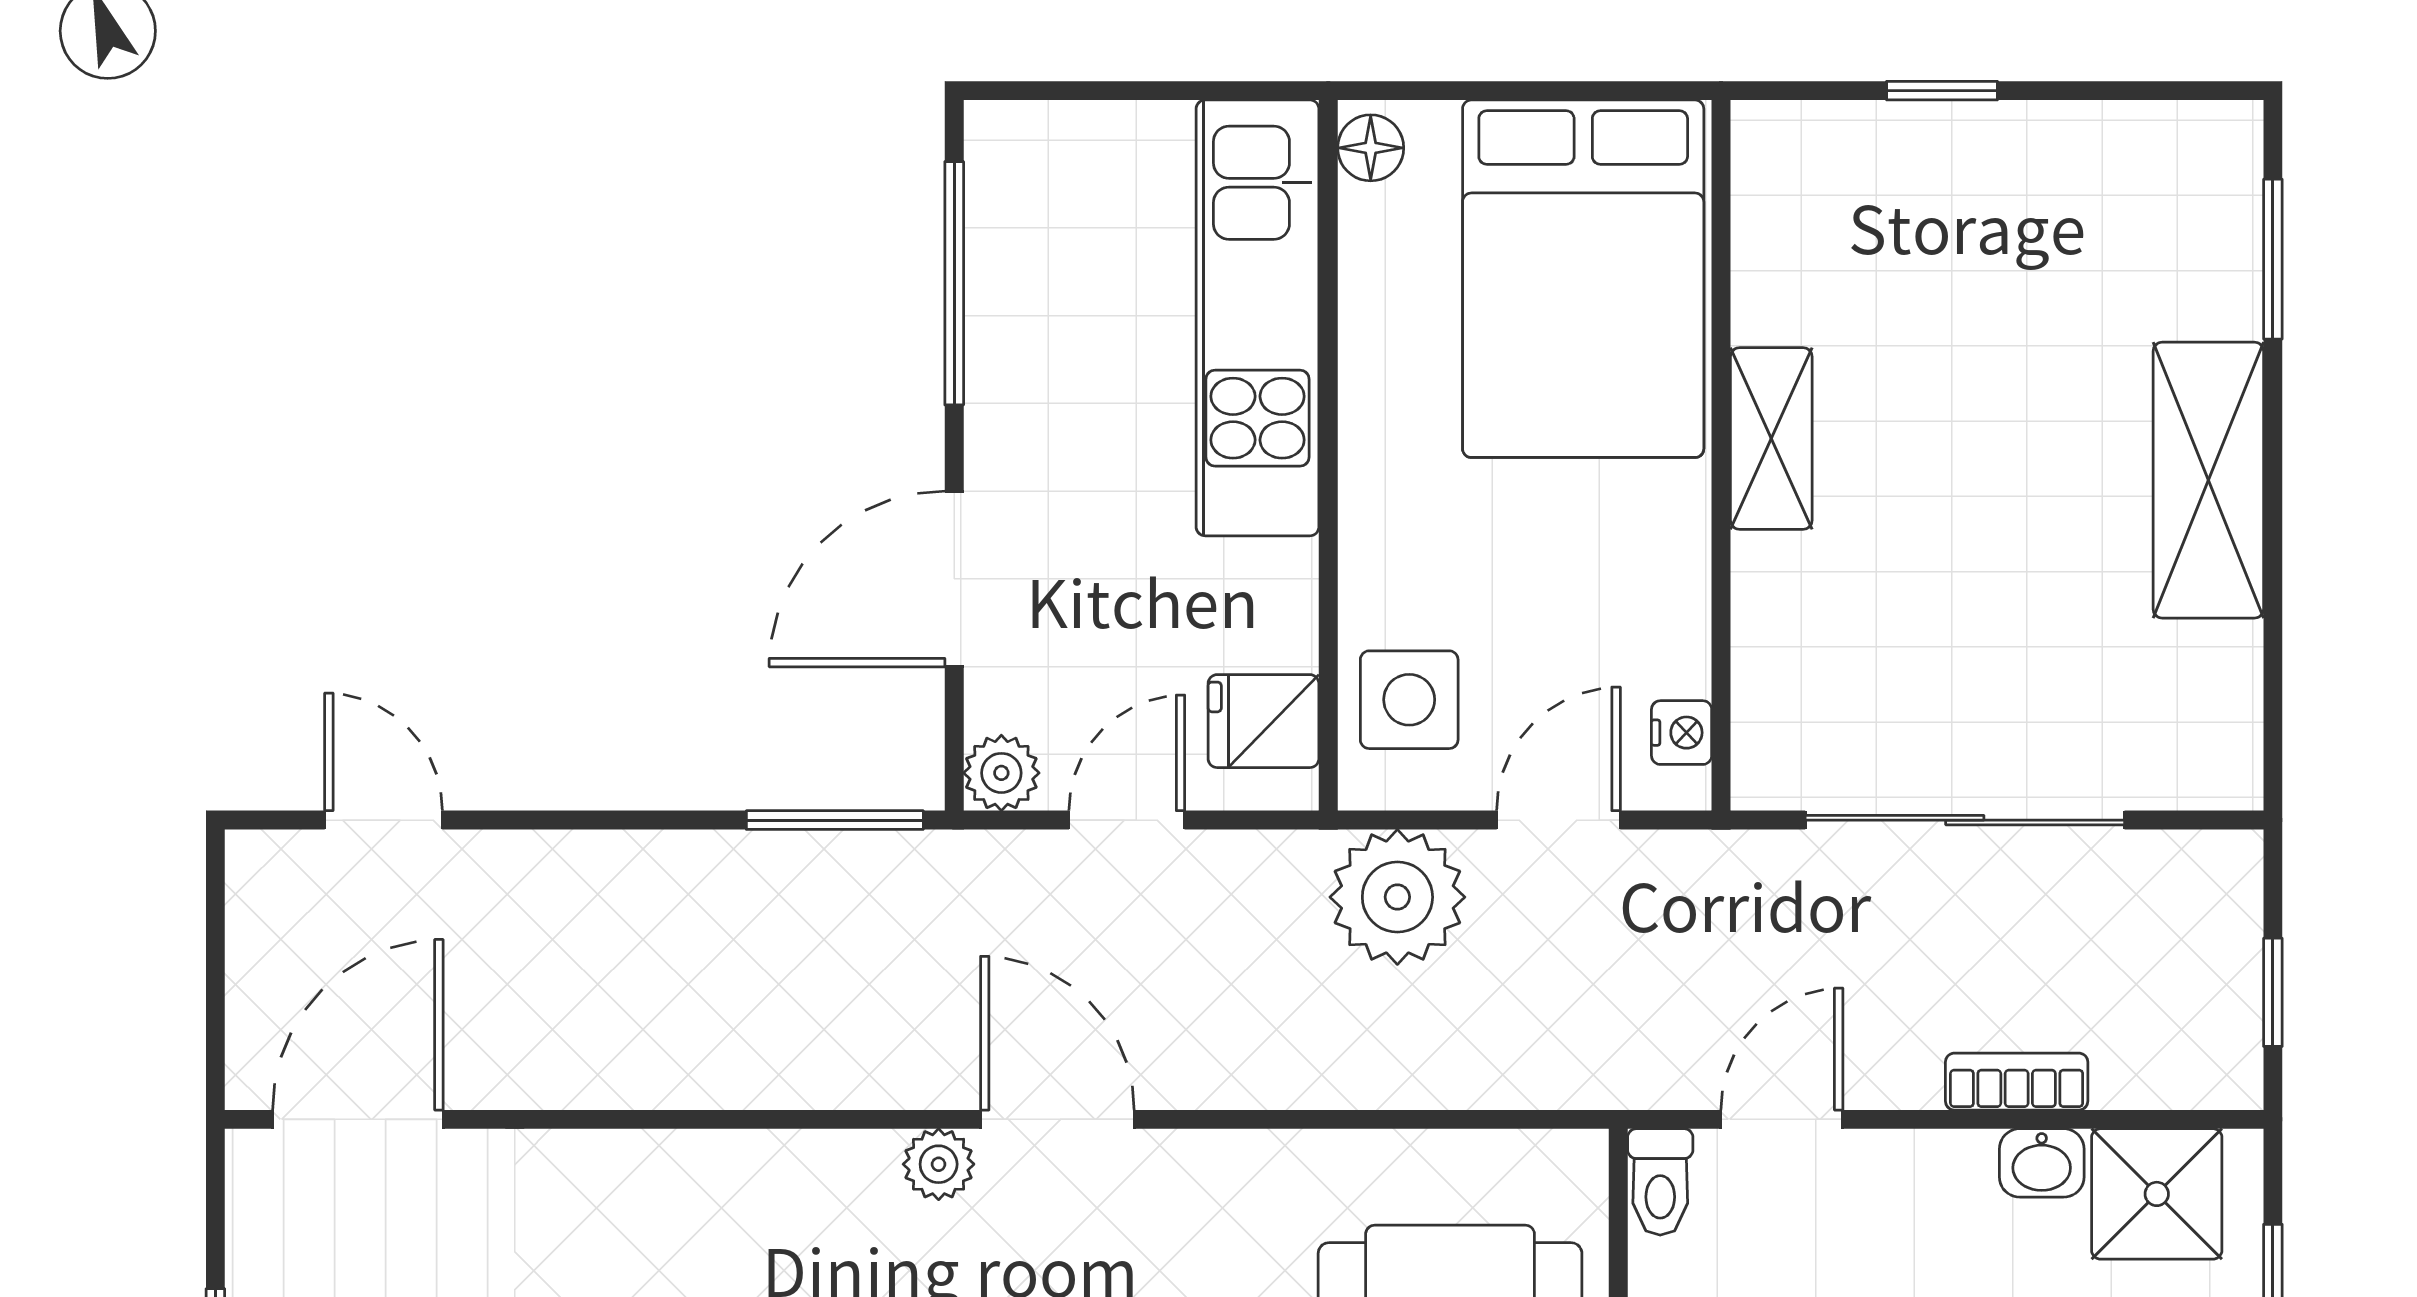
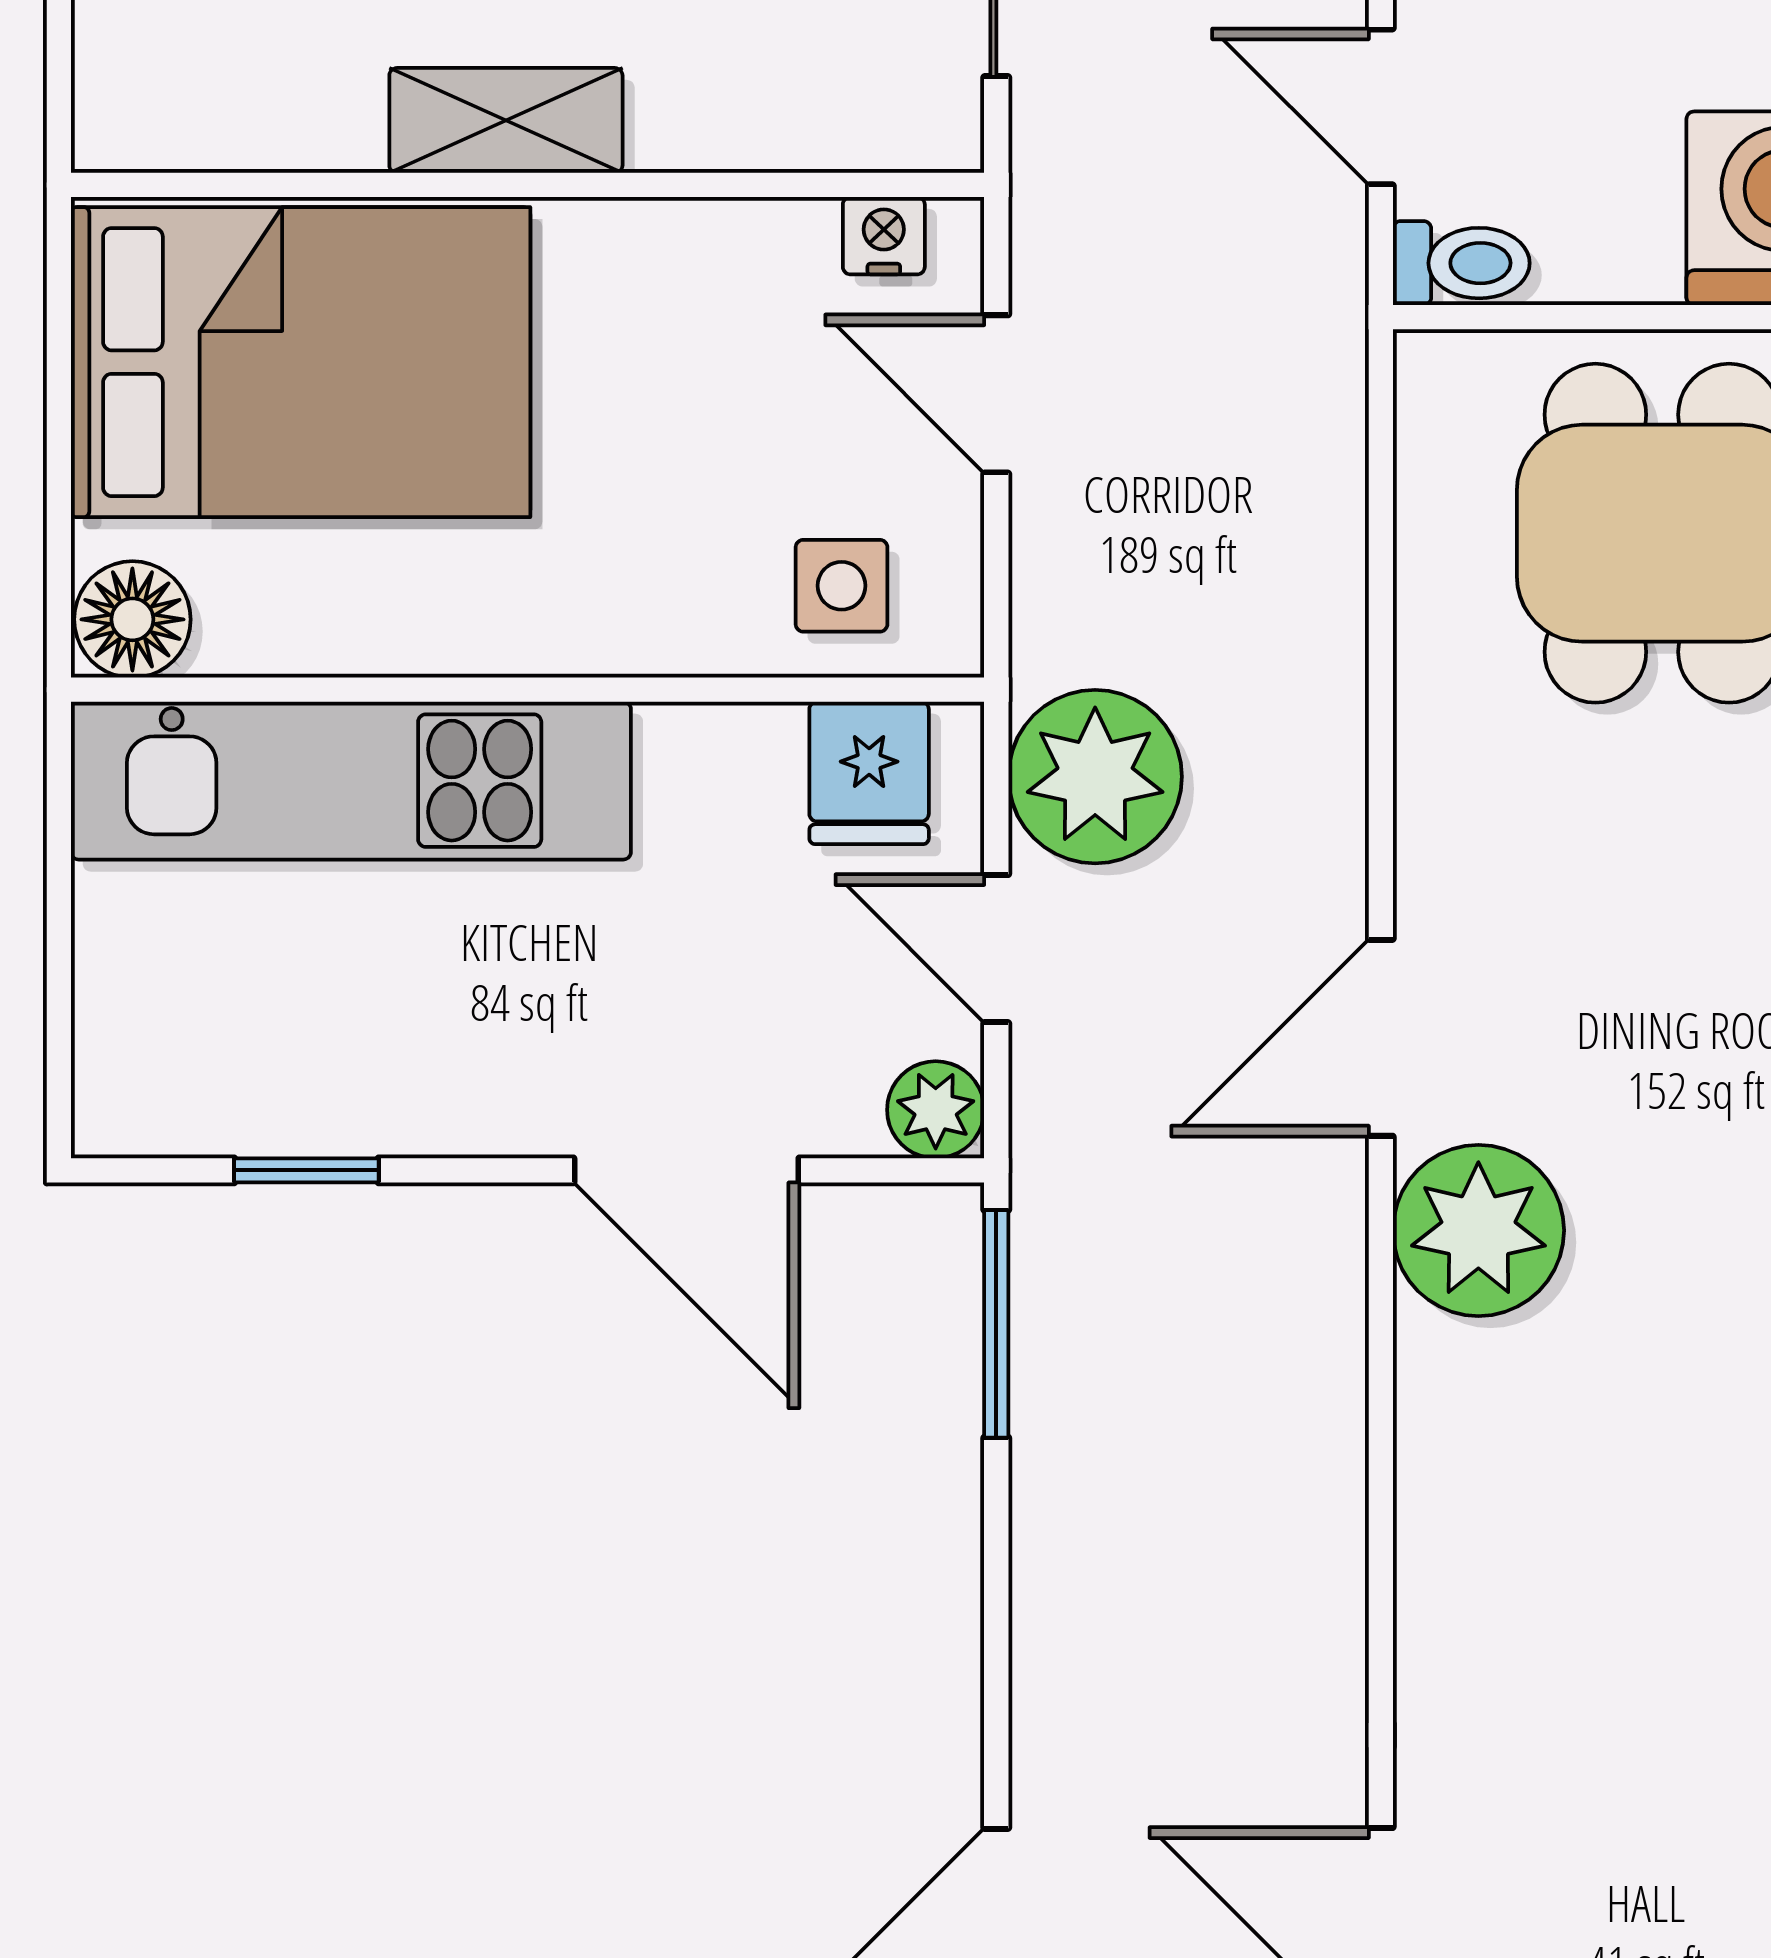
floor lamp: (1371, 148) -> (132, 619), width x1.37, depth x1.37
window: (954, 283) -> (306, 1170), width x0.46
side table: (1409, 700) -> (842, 586), width x0.73, depth x0.73
plant: (1397, 897) -> (1095, 777), moved
plant: (939, 1164) -> (1478, 1230), width x1.88, depth x1.88

